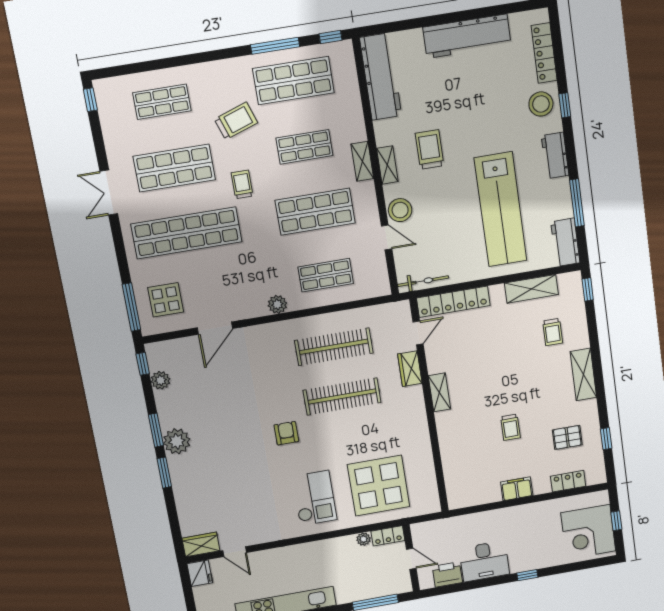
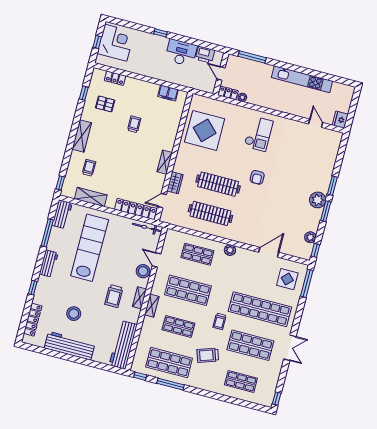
stool: (541, 104) -> (74, 314), moved
display table: (379, 486) -> (205, 130), moved
filing cabinet: (517, 489) -> (168, 93), moved
checkout: (314, 498) -> (259, 134), turned 180
wardrobe: (201, 544) -> (332, 136), removed

